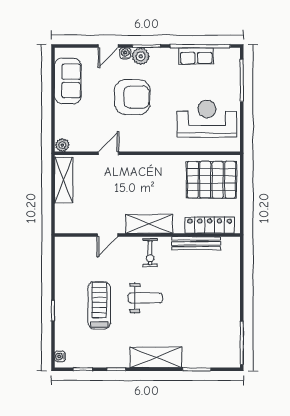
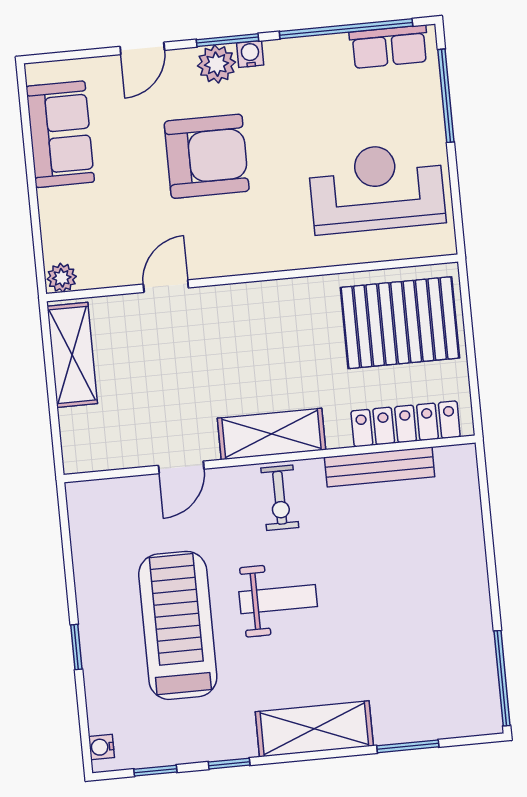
water cooler: (125, 53) -> (250, 54), moved
row of seats: (196, 56) -> (389, 47), moved
treadmill: (99, 305) -> (178, 625), width x1.37, depth x1.38

